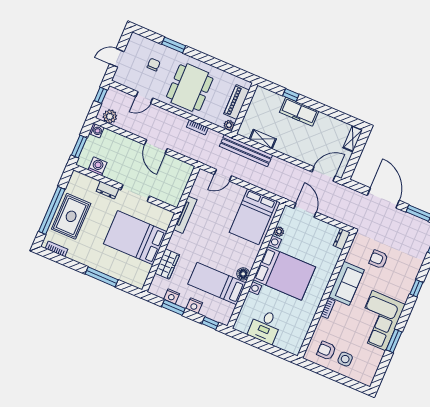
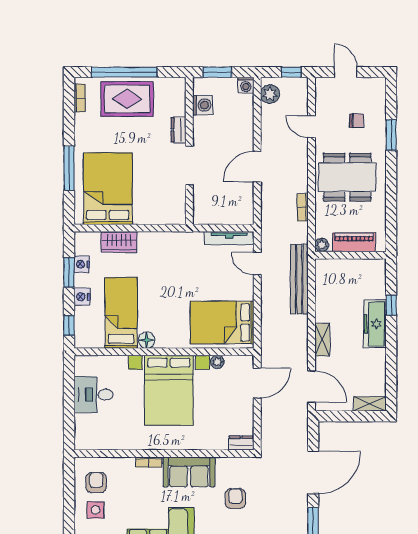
shelving: (263, 139) -> (322, 340), moved
tv unit: (185, 215) -> (229, 238), moved
bed: (135, 238) -> (108, 189), moved

